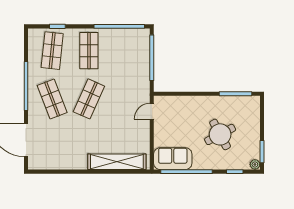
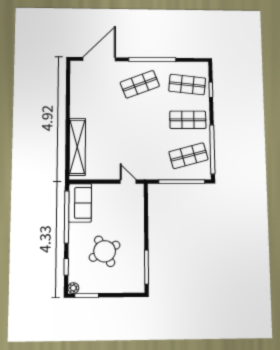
shop shelf: (89, 99) -> (188, 156), moved, turned -39

